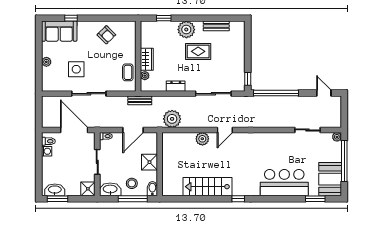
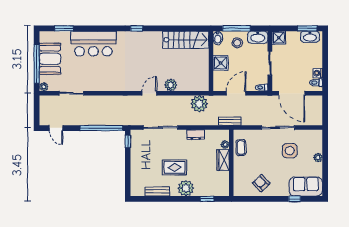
booth: (330, 179) -> (50, 59), moved
stairs: (207, 187) -> (186, 40), moved

